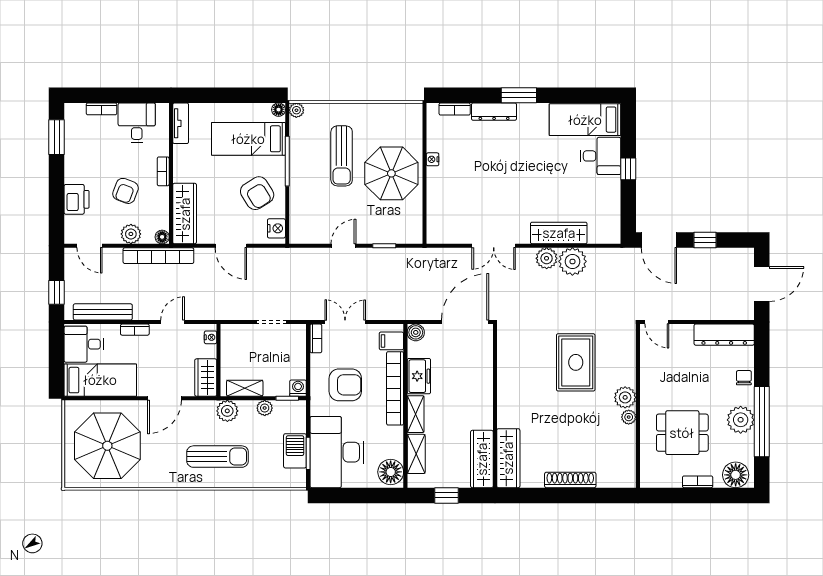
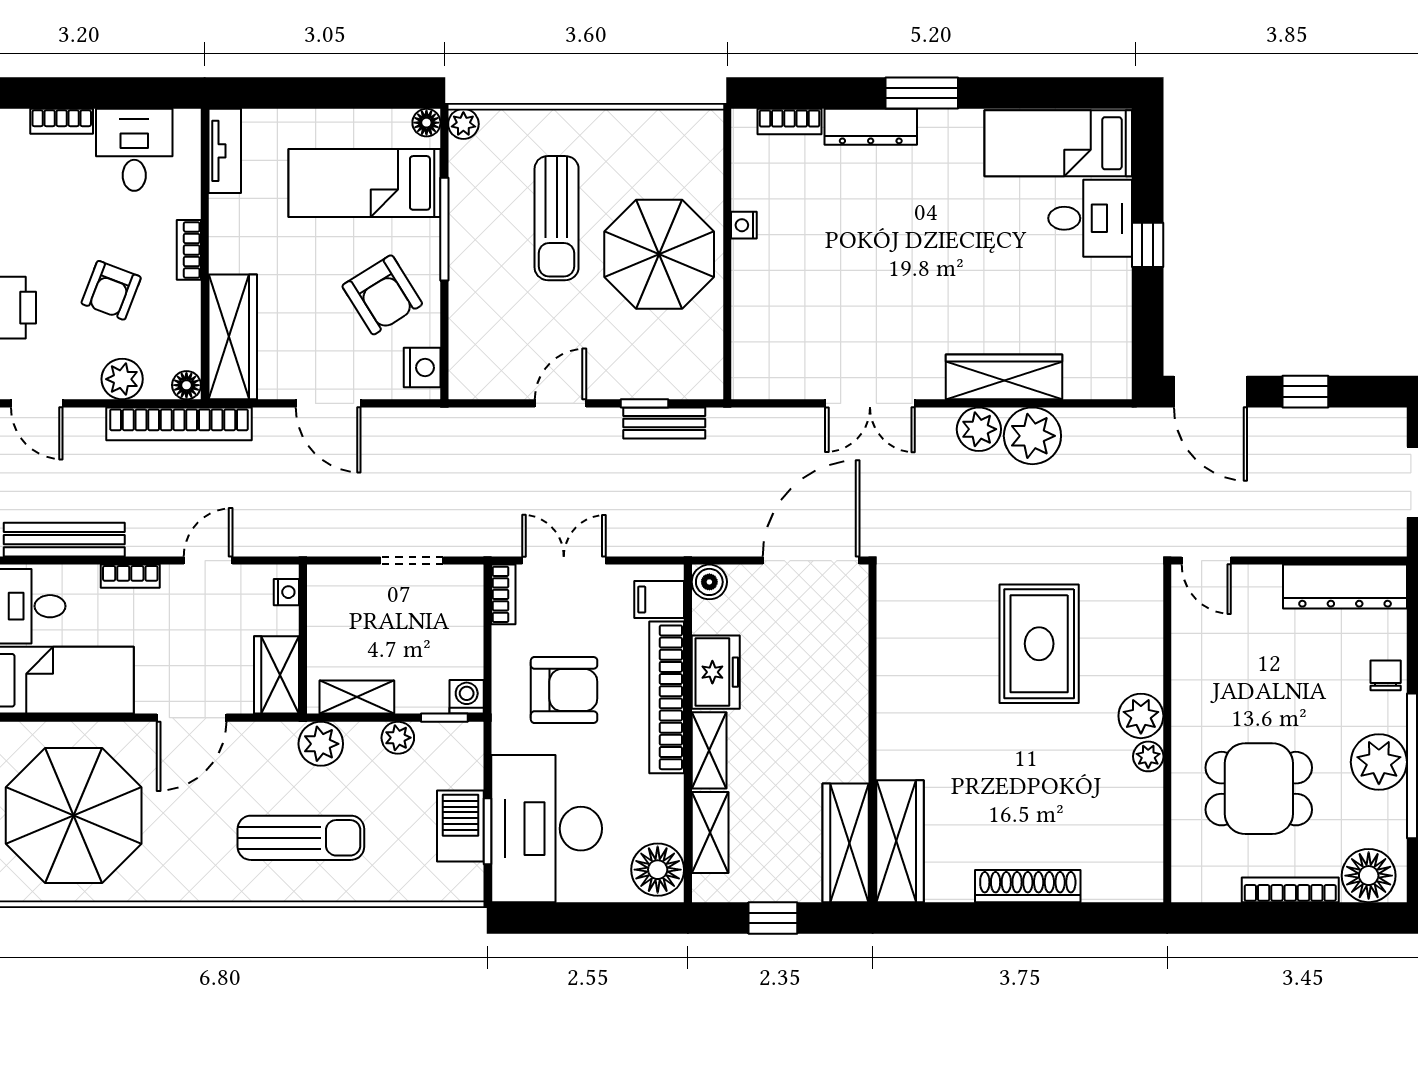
bench: (394, 255) -> (664, 423), added
bookcase: (698, 482) -> (1290, 890), width x1.56

